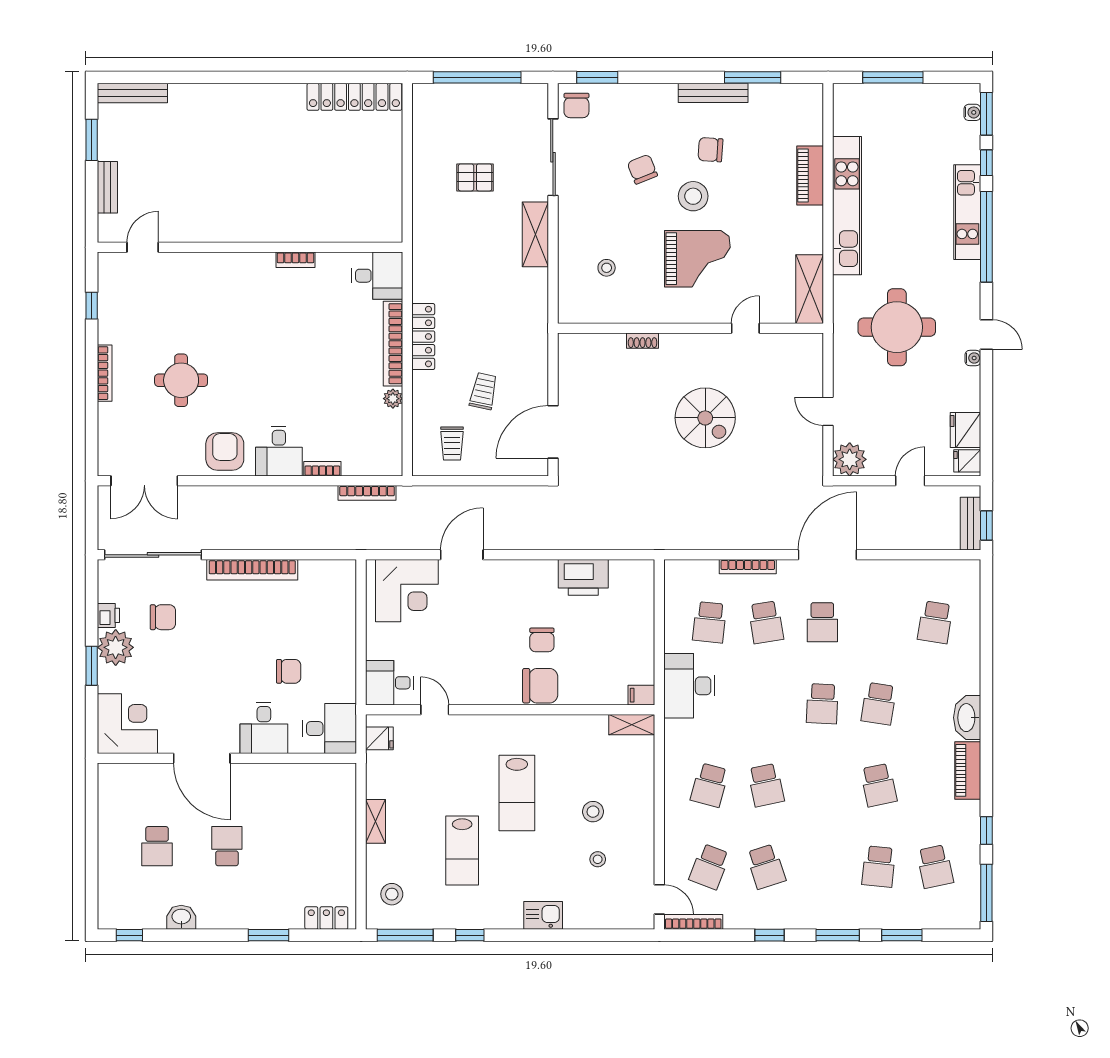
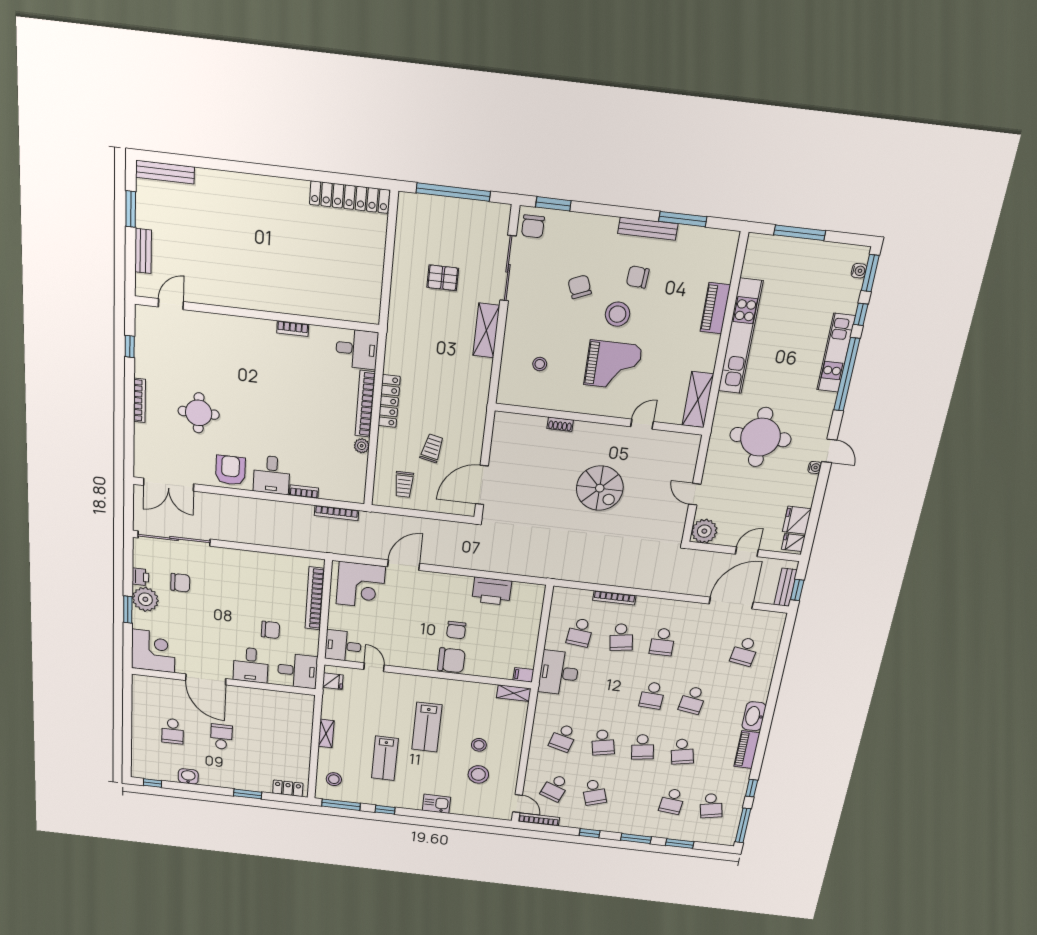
door: (827, 555) -> (731, 603), moved
bookcase: (252, 570) -> (315, 598), moved, turned 90
school desk: (822, 785) -> (643, 747), added
stool: (598, 859) -> (478, 774), width x1.89, depth x1.89

